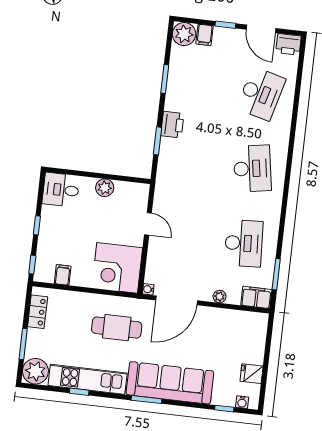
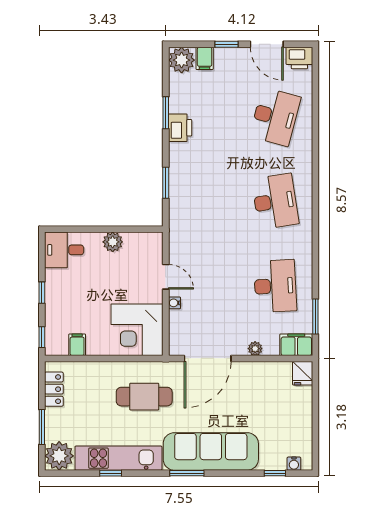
printer: (172, 125) -> (180, 128), moved
water cooler: (148, 289) -> (174, 303), moved
fridge: (252, 374) -> (303, 373), moved, turned -90

